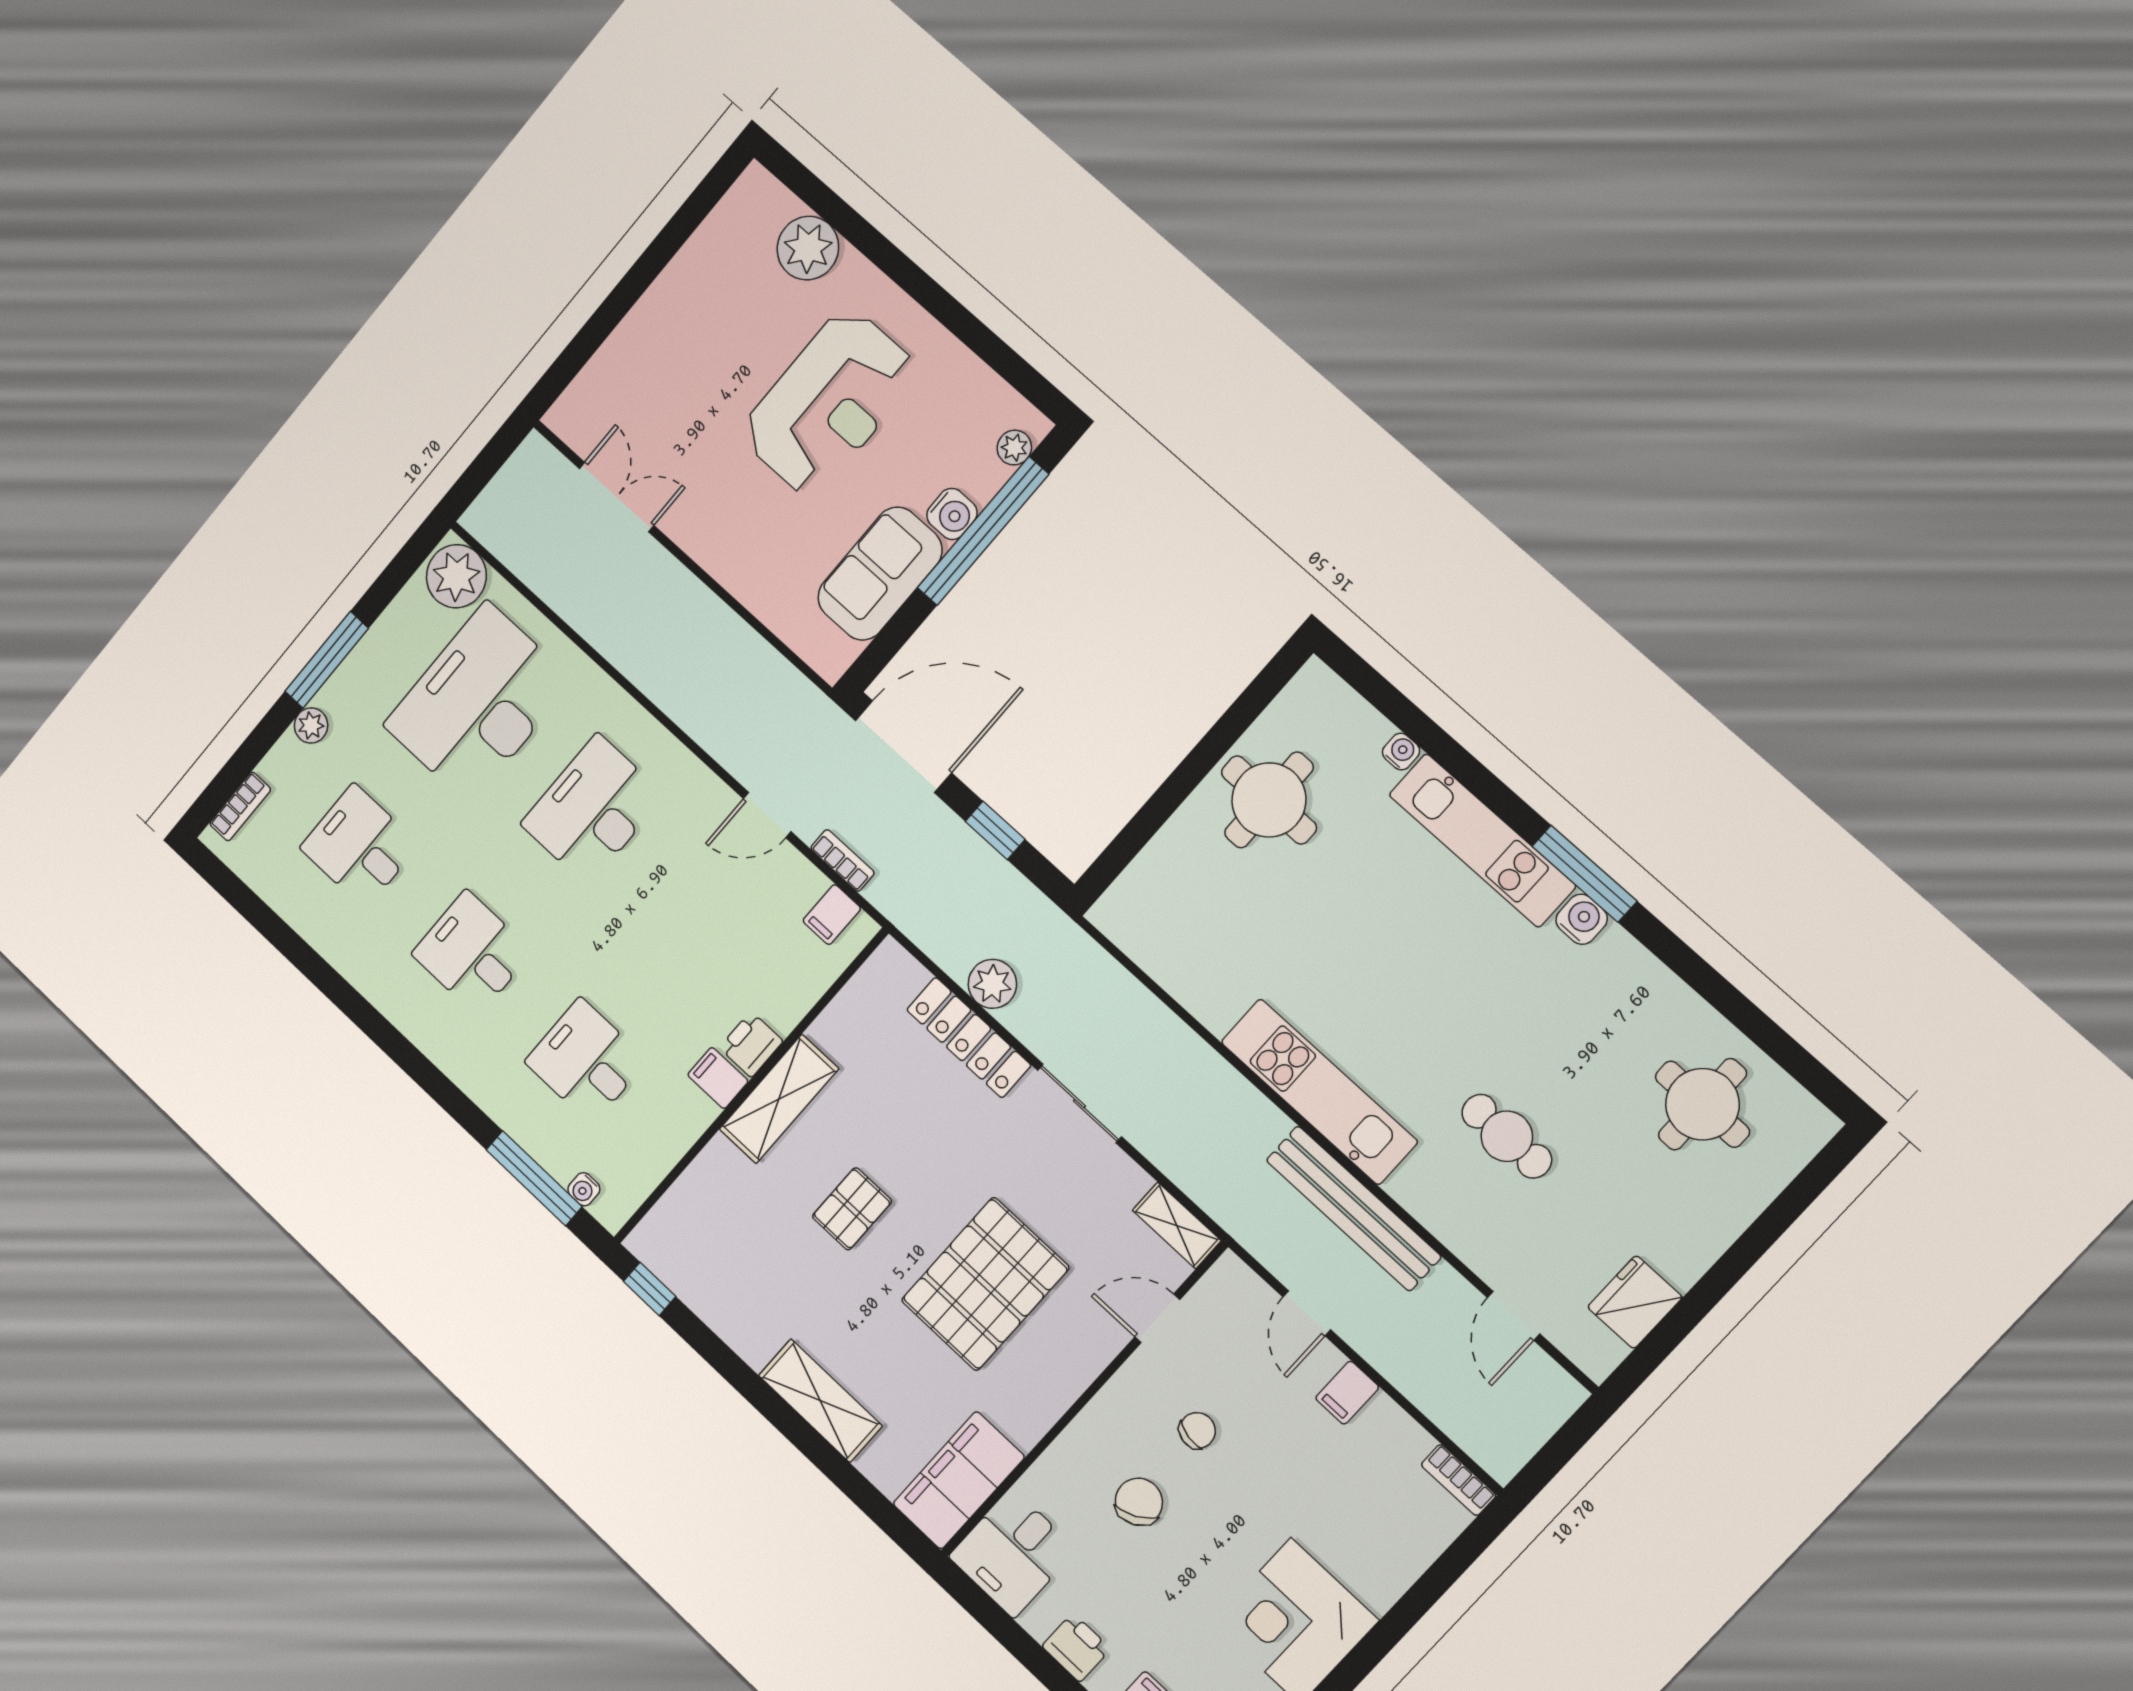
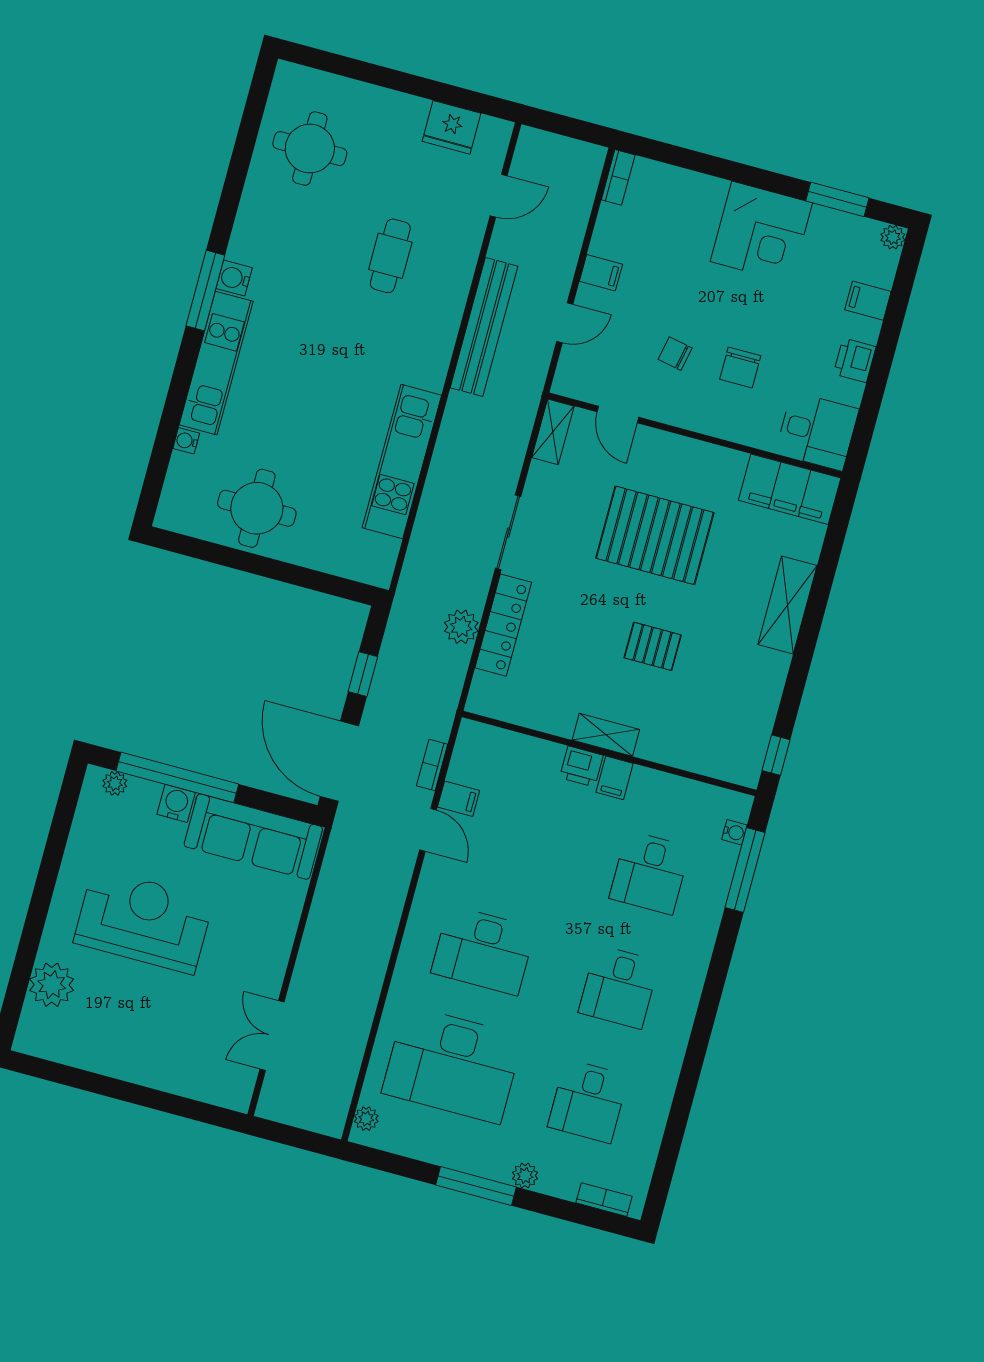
sofa: (880, 574) -> (253, 837), width x1.36
plant: (456, 576) -> (366, 1119), width x0.53, depth x0.53
filing cabinet: (832, 915) -> (459, 799), moved
kitchen unit: (1319, 1092) -> (402, 462), moved
shelving: (779, 1099) -> (606, 735), width x0.67, depth x0.75
chair: (1139, 1502) -> (740, 368), turned -62

